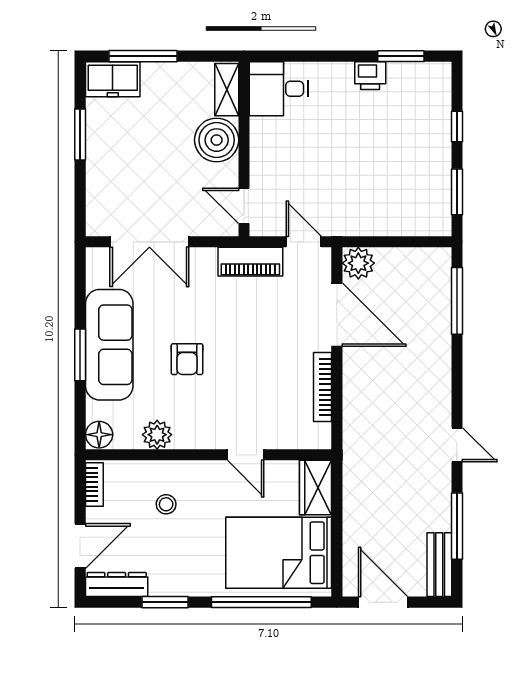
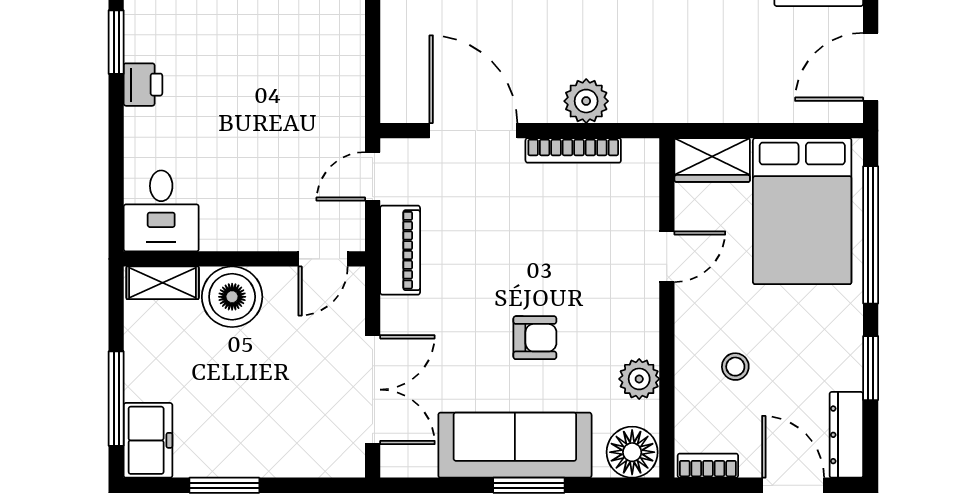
plant: (358, 263) -> (586, 101), moved
door: (337, 315) -> (473, 131), hinge flipped
floor lamp: (99, 435) -> (632, 452), width x1.38, depth x1.38

